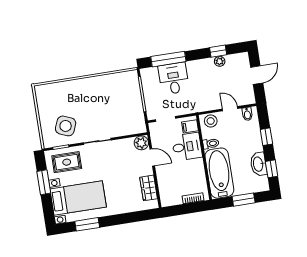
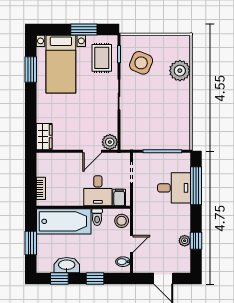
plant: (67, 90) -> (180, 71), added
wardrobe: (149, 188) -> (44, 137), moved, turned 90

